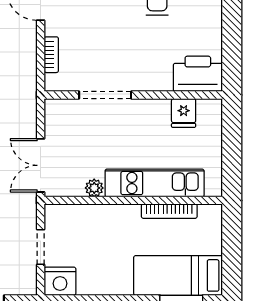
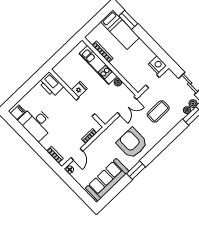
fridge: (184, 113) -> (79, 89), moved

